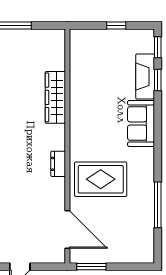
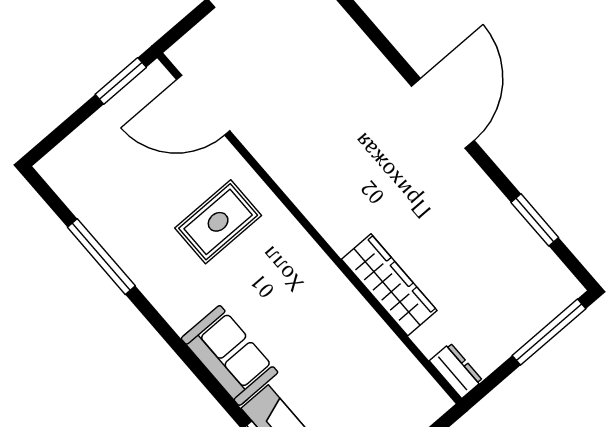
dresser: (58, 164) -> (456, 371), moved
rug: (101, 179) -> (218, 222), width x0.73, depth x0.70

